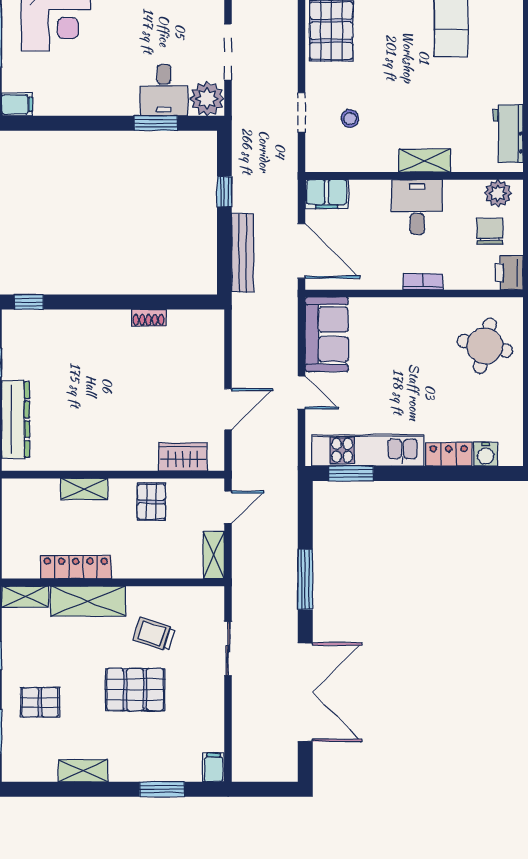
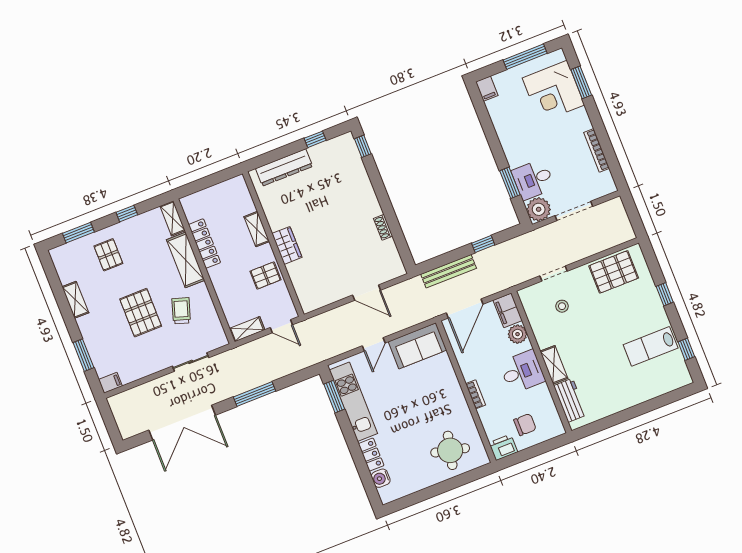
workbench: (508, 134) -> (570, 400), moved, turned 90
plant: (498, 193) -> (518, 334), moved
door: (228, 409) -> (367, 293), moved
wardrobe: (183, 457) -> (287, 245), moved

